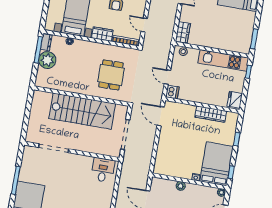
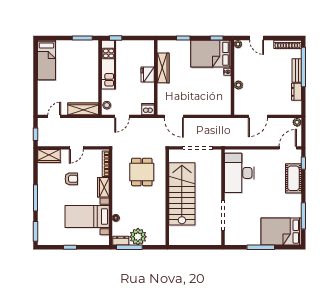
door: (144, 25) -> (76, 148), moved
wardrobe: (183, 33) -> (83, 109), width x1.50
dining table: (111, 75) -> (142, 172), turned 90
door: (167, 77) -> (122, 116), moved
fridge: (235, 100) -> (148, 75), moved, turned 90
door: (161, 116) -> (174, 116), hinge flipped
desk: (103, 170) -> (239, 173), width x1.87, depth x1.30

